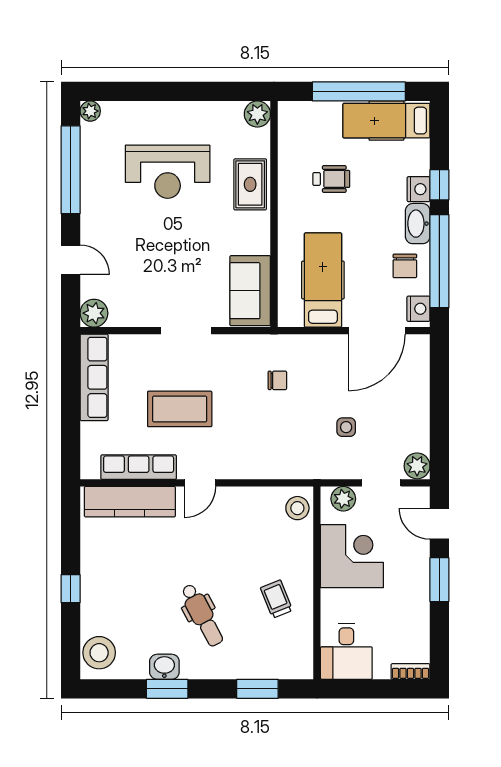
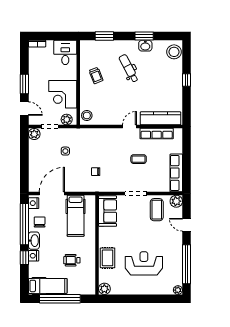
coffee table: (138, 294) -> (157, 210), added
coffee table: (180, 409) -> (139, 159), width x0.54, depth x0.58

